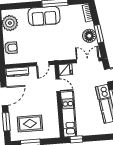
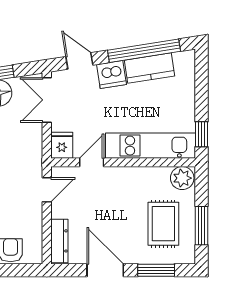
door: (43, 64) -> (47, 190), hinge flipped
plant: (54, 131) -> (182, 178), added

